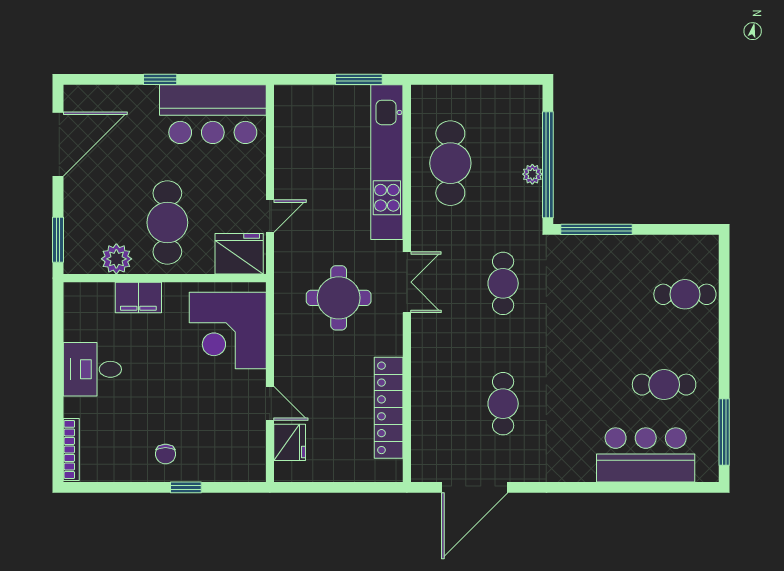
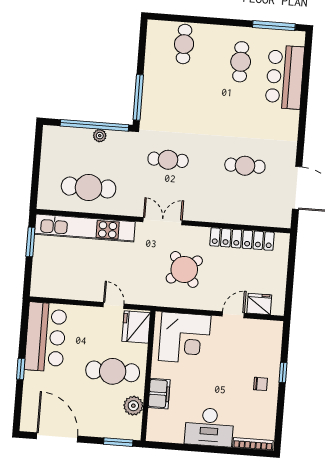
round table: (339, 298) -> (184, 269), moved, turned -38
desk: (92, 369) -> (209, 427), width x1.37

